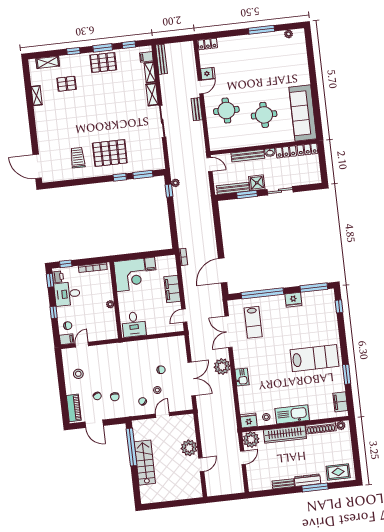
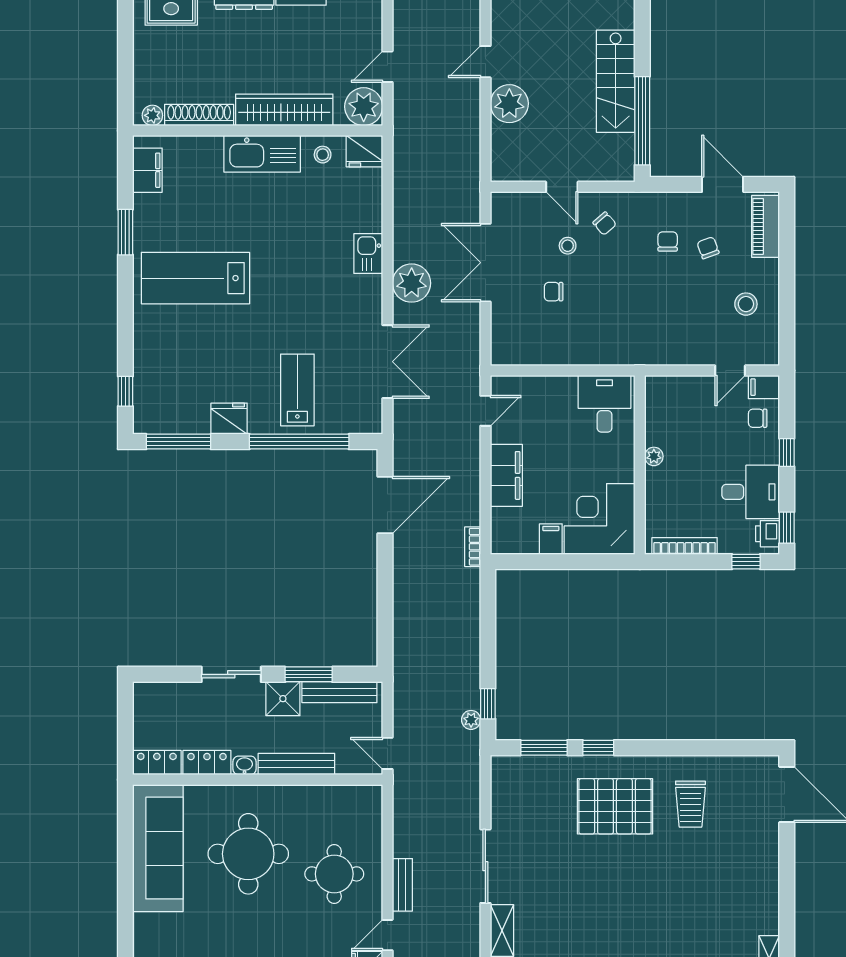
round table: (264, 115) -> (248, 854), width x1.36, depth x1.36
lab bench: (253, 322) -> (297, 390), moved
door: (163, 415) -> (562, 187), hinge flipped

